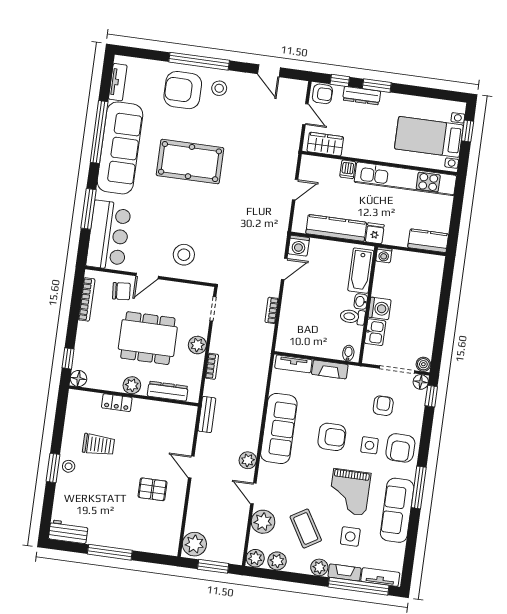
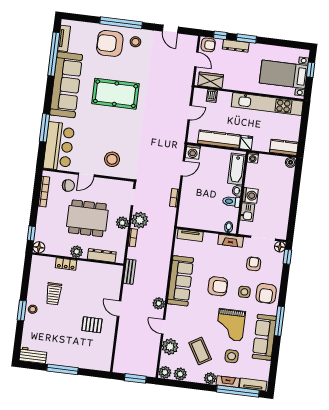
window: (99, 132) -> (54, 54), moved
dishwasher: (348, 169) -> (212, 96), moved
boiler: (423, 364) -> (291, 162), moved
fireplace: (330, 369) -> (231, 241), moved
trolley: (99, 445) -> (54, 294), turned 90
plant: (194, 544) -> (140, 220), moved

